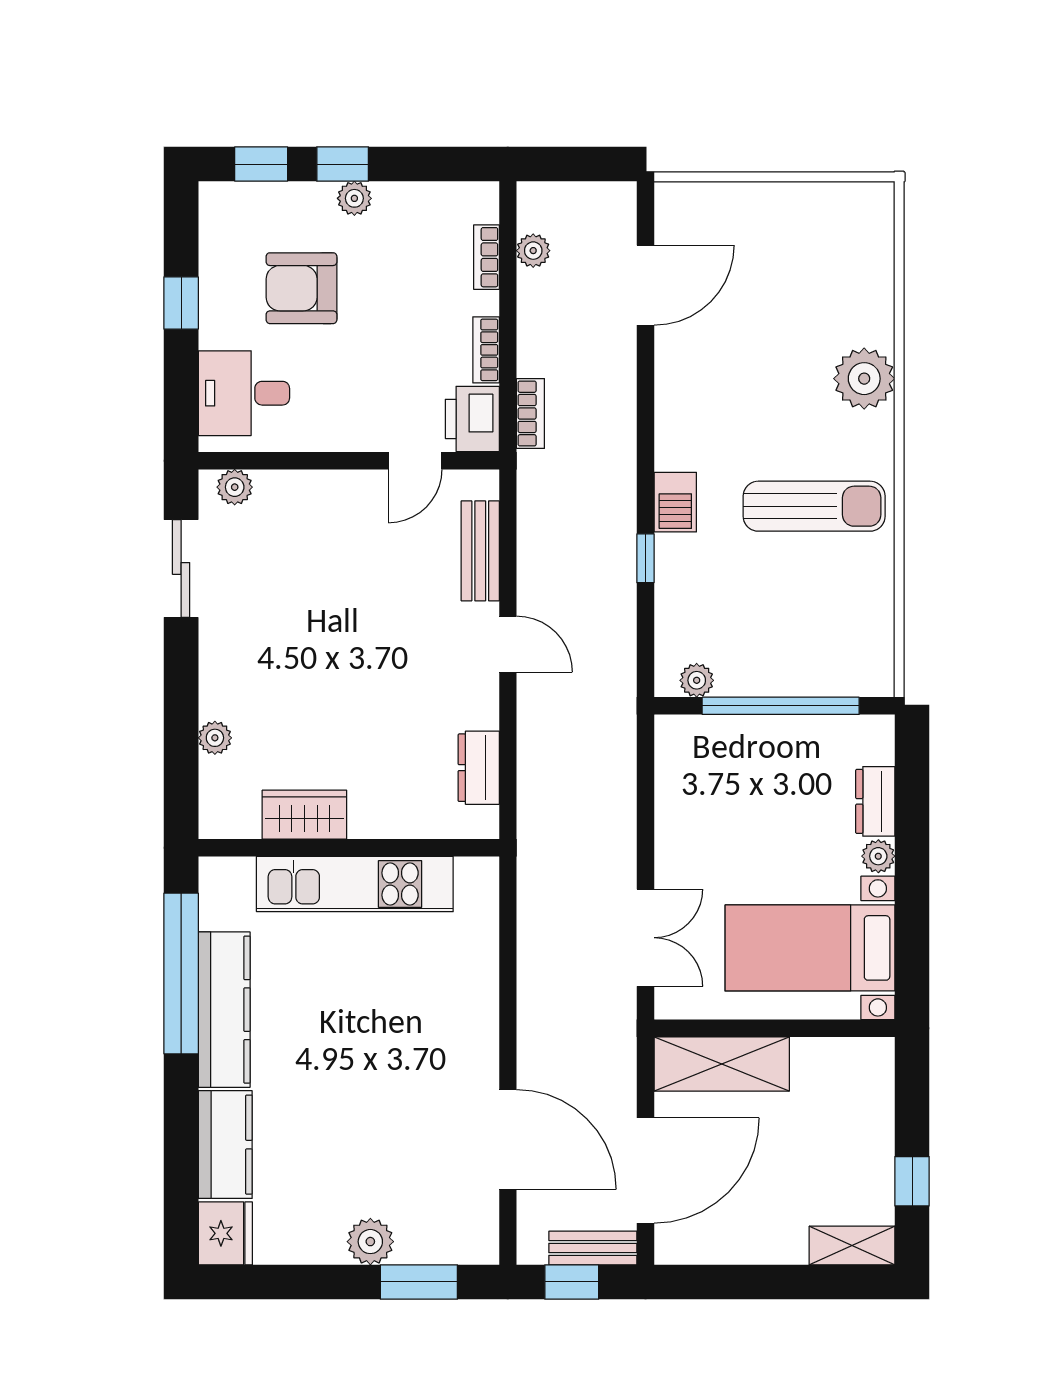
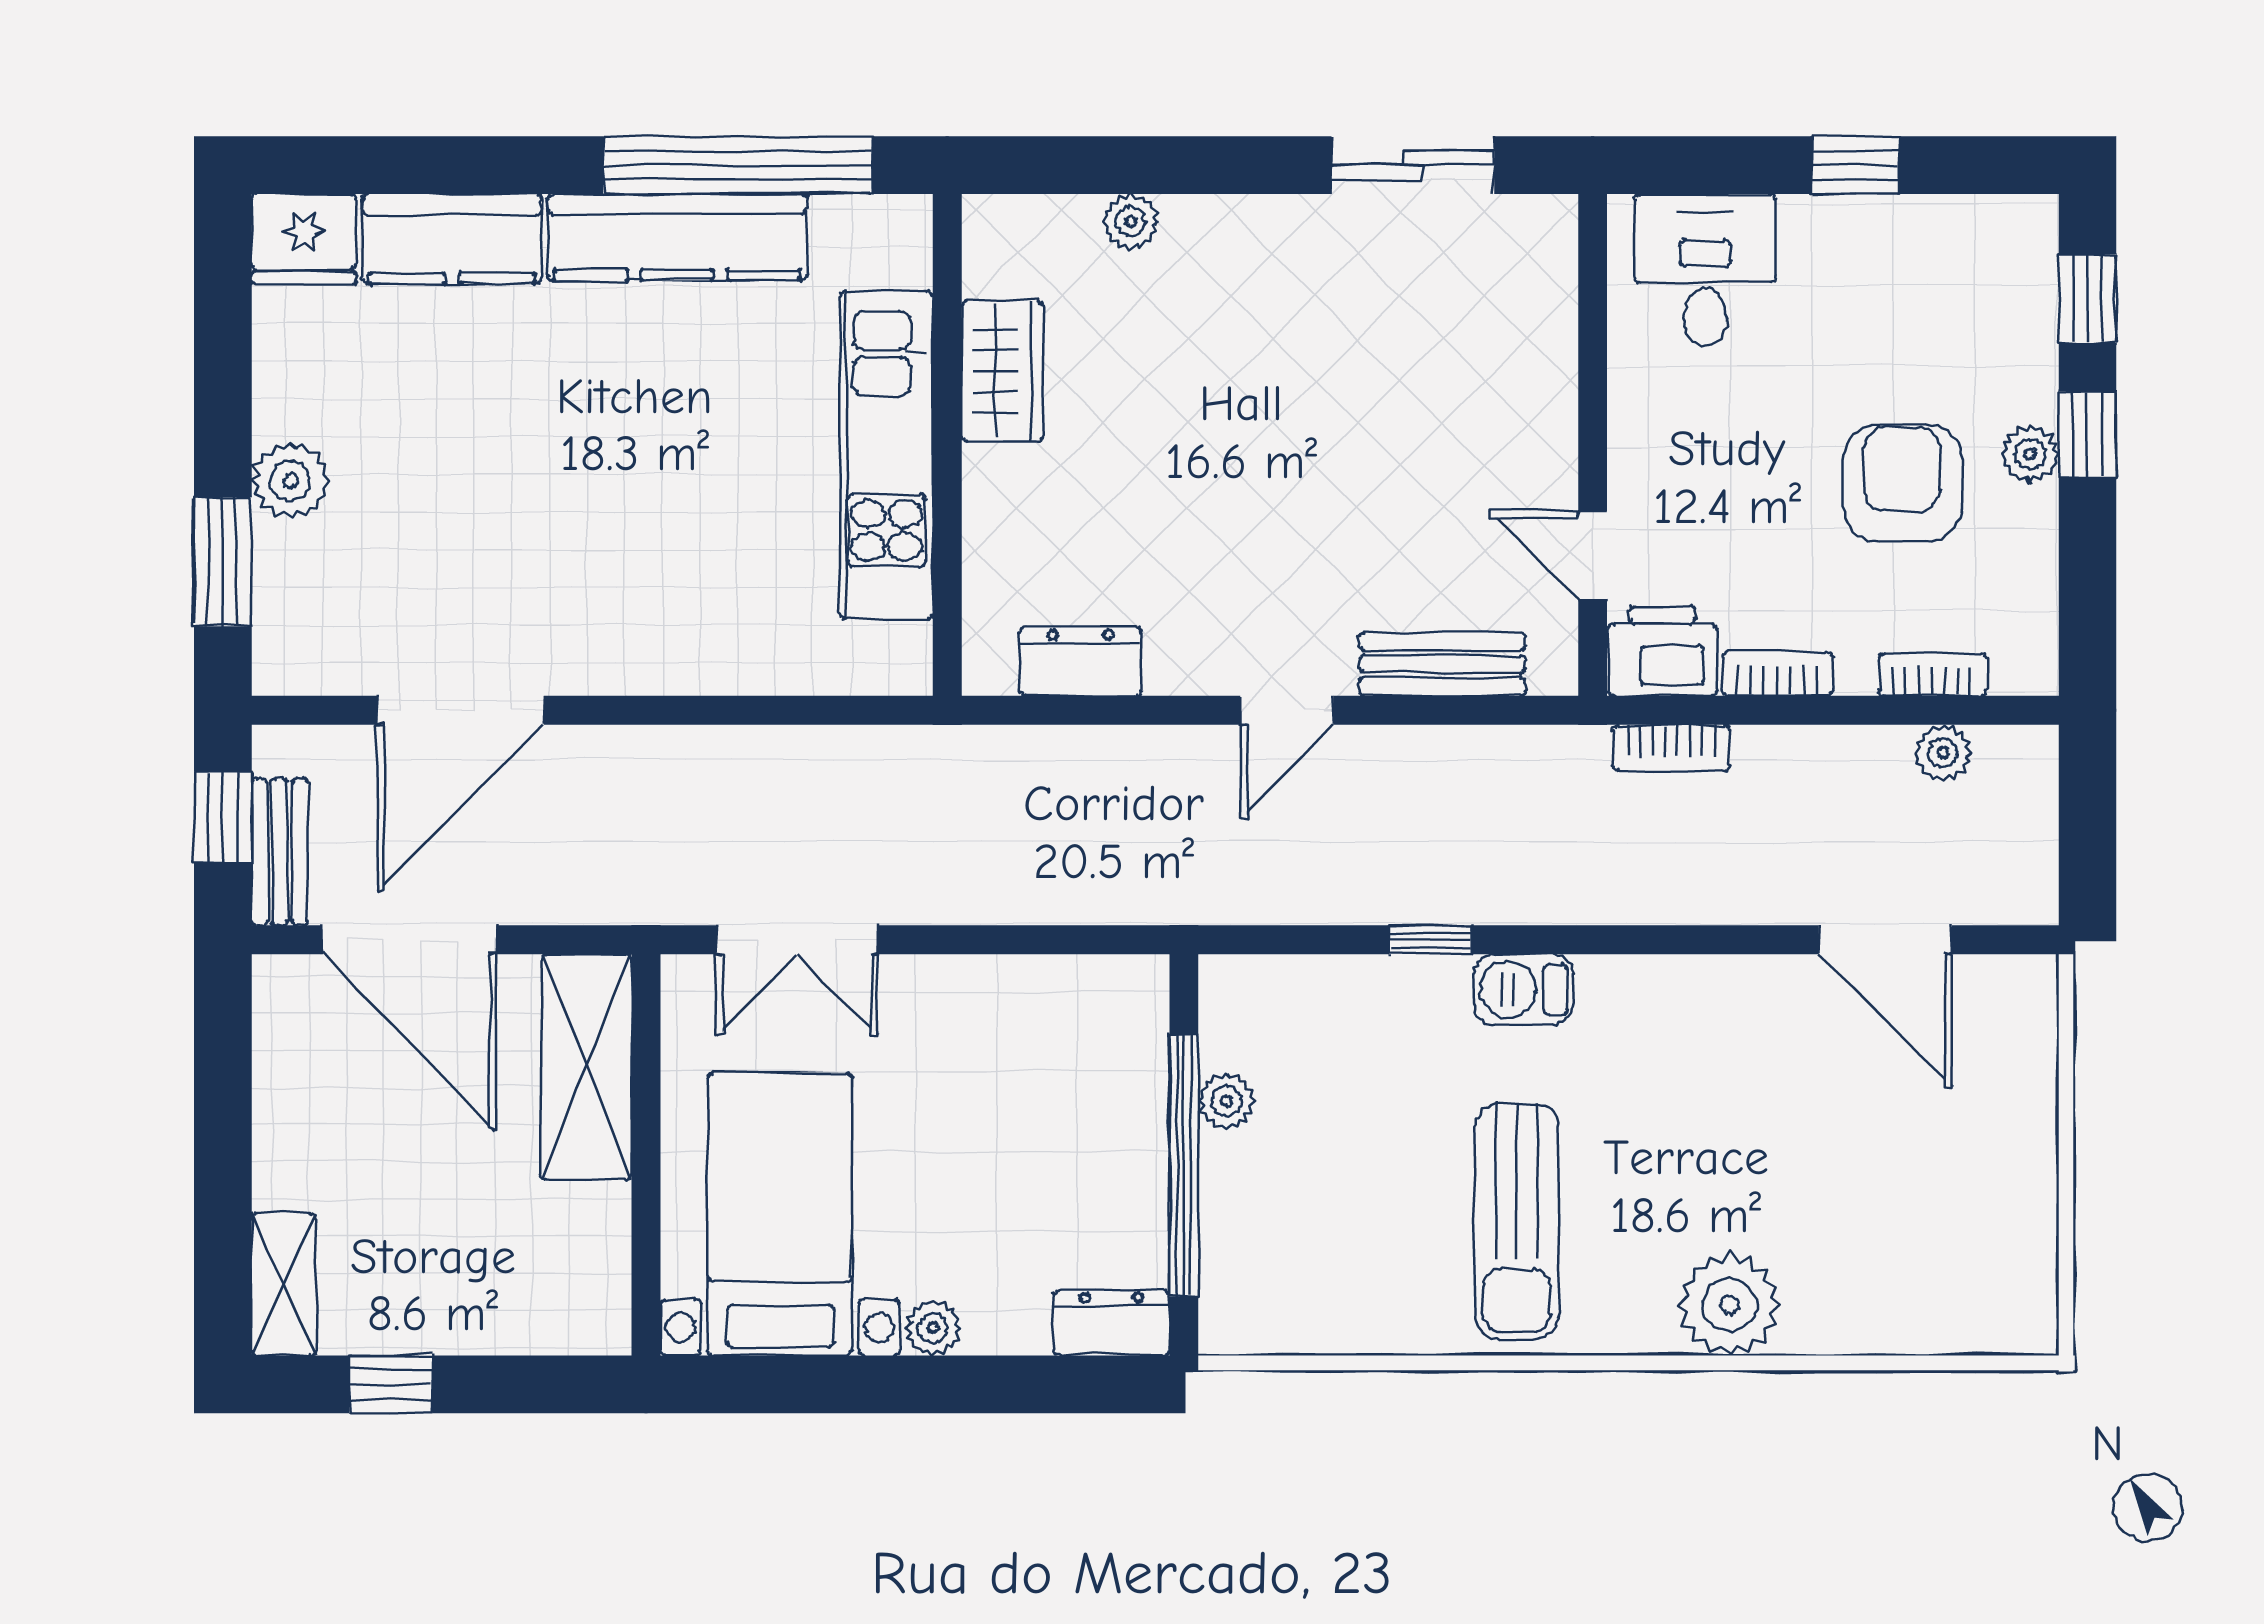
armchair: (302, 288) -> (1903, 483), moved
plant: (235, 487) -> (1549, 255), removed
plant: (697, 680) -> (1226, 1101), moved
dresser: (875, 801) -> (1111, 1323), moved

